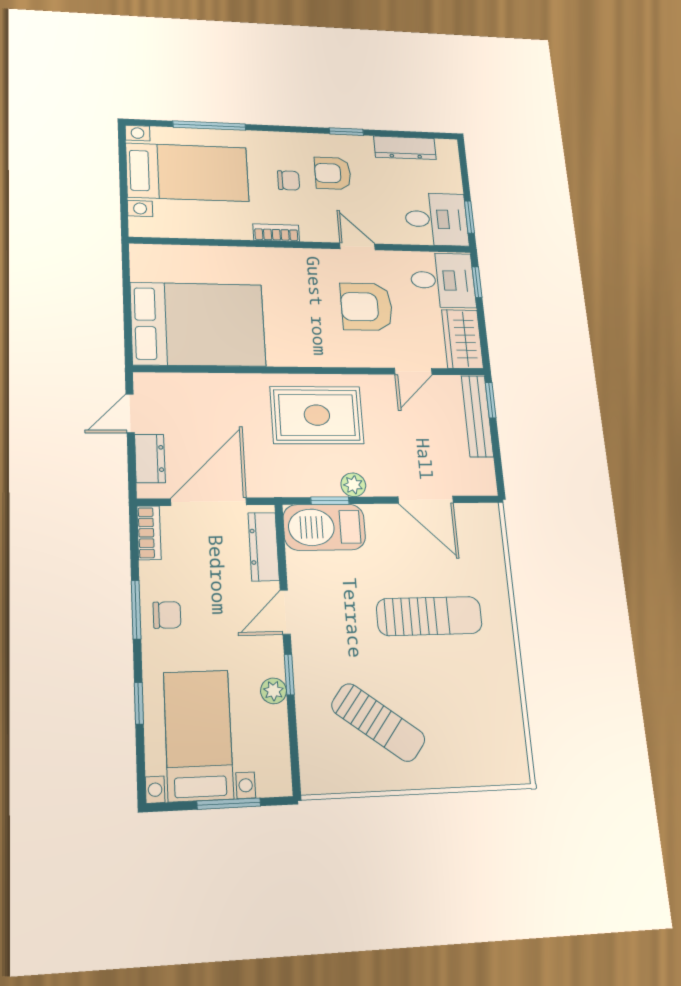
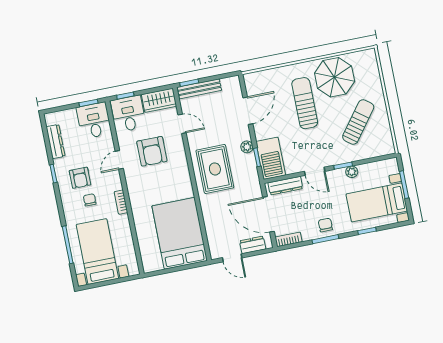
parasol: (477, 687) -> (335, 77), added

